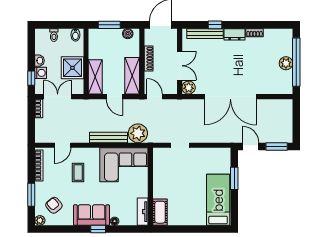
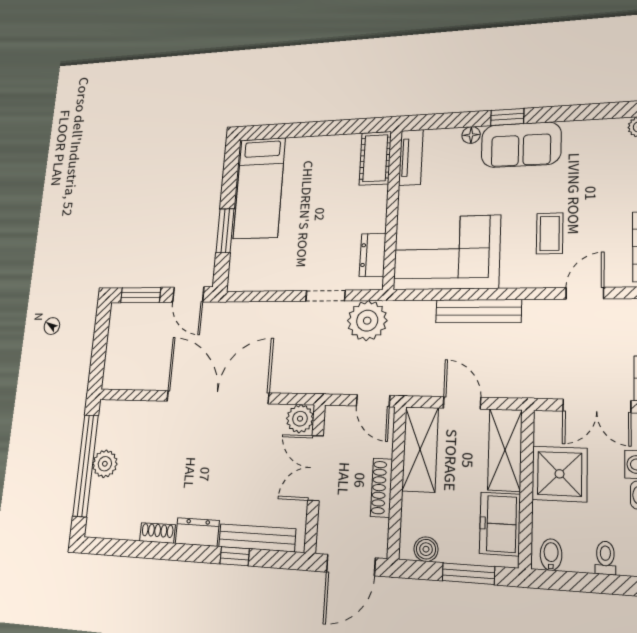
freezer: (97, 46) -> (500, 524), added
plant: (138, 133) -> (367, 321), moved
dresser: (159, 164) -> (373, 255), added
armchair: (54, 205) -> (606, 161), removed

